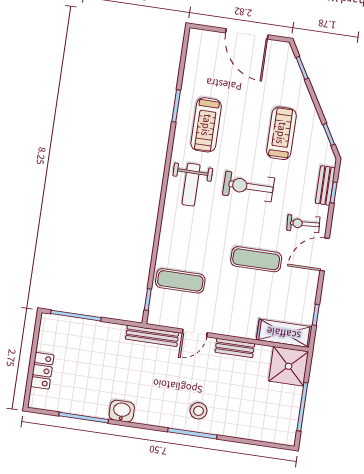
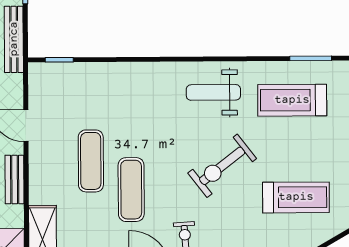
exercise bike: (248, 186) -> (222, 166), turned -128
exercise mat: (180, 281) -> (91, 161), moved
bench: (152, 336) -> (14, 39), moved

